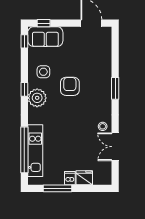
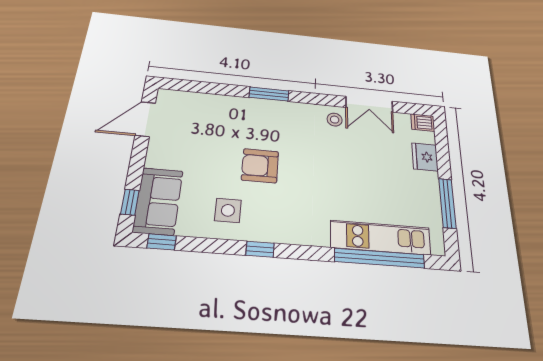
plant: (37, 98) -> (278, 226), removed
dishwasher: (70, 178) -> (423, 123), moved

